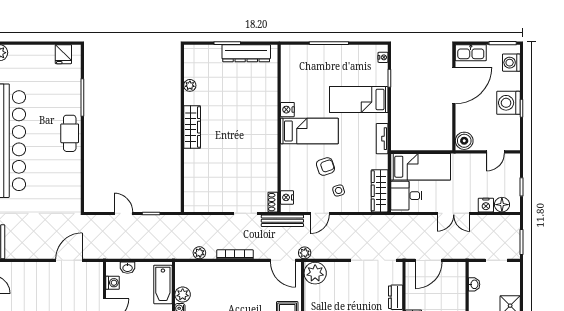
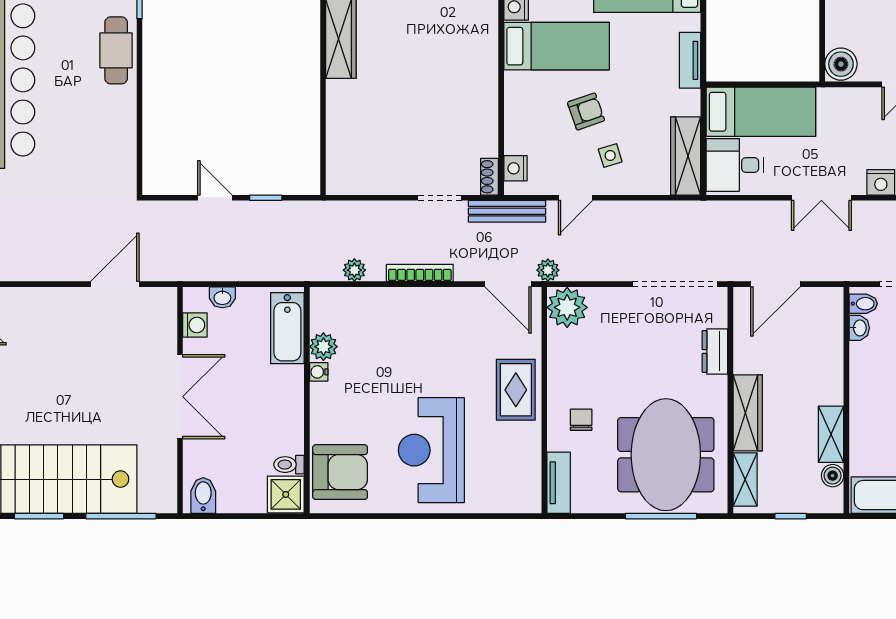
bidet: (476, 271) -> (863, 304), added

